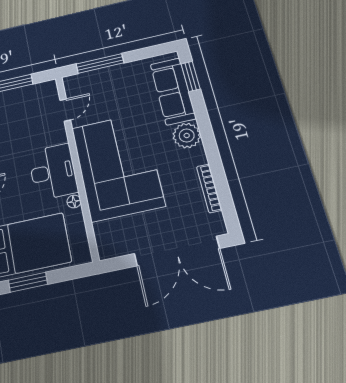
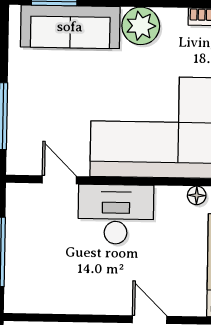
desk: (53, 172) -> (116, 214), moved

